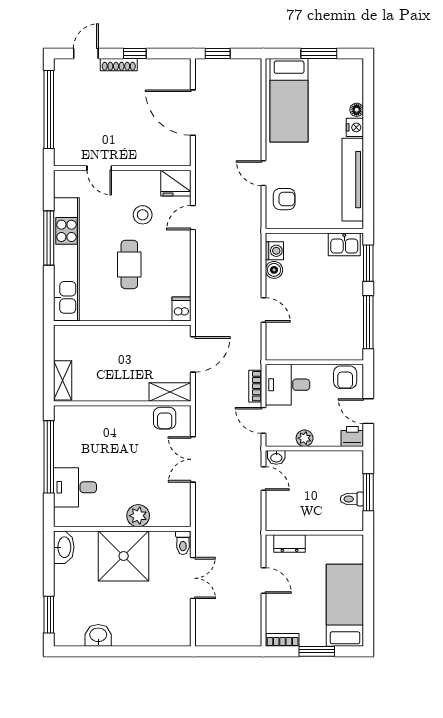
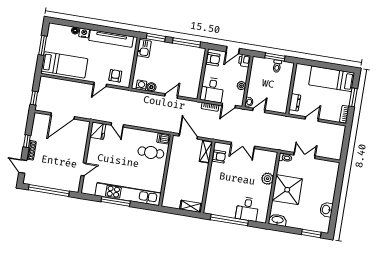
stool: (143, 215) -> (111, 151), removed
cafe table: (129, 264) -> (151, 152), moved

